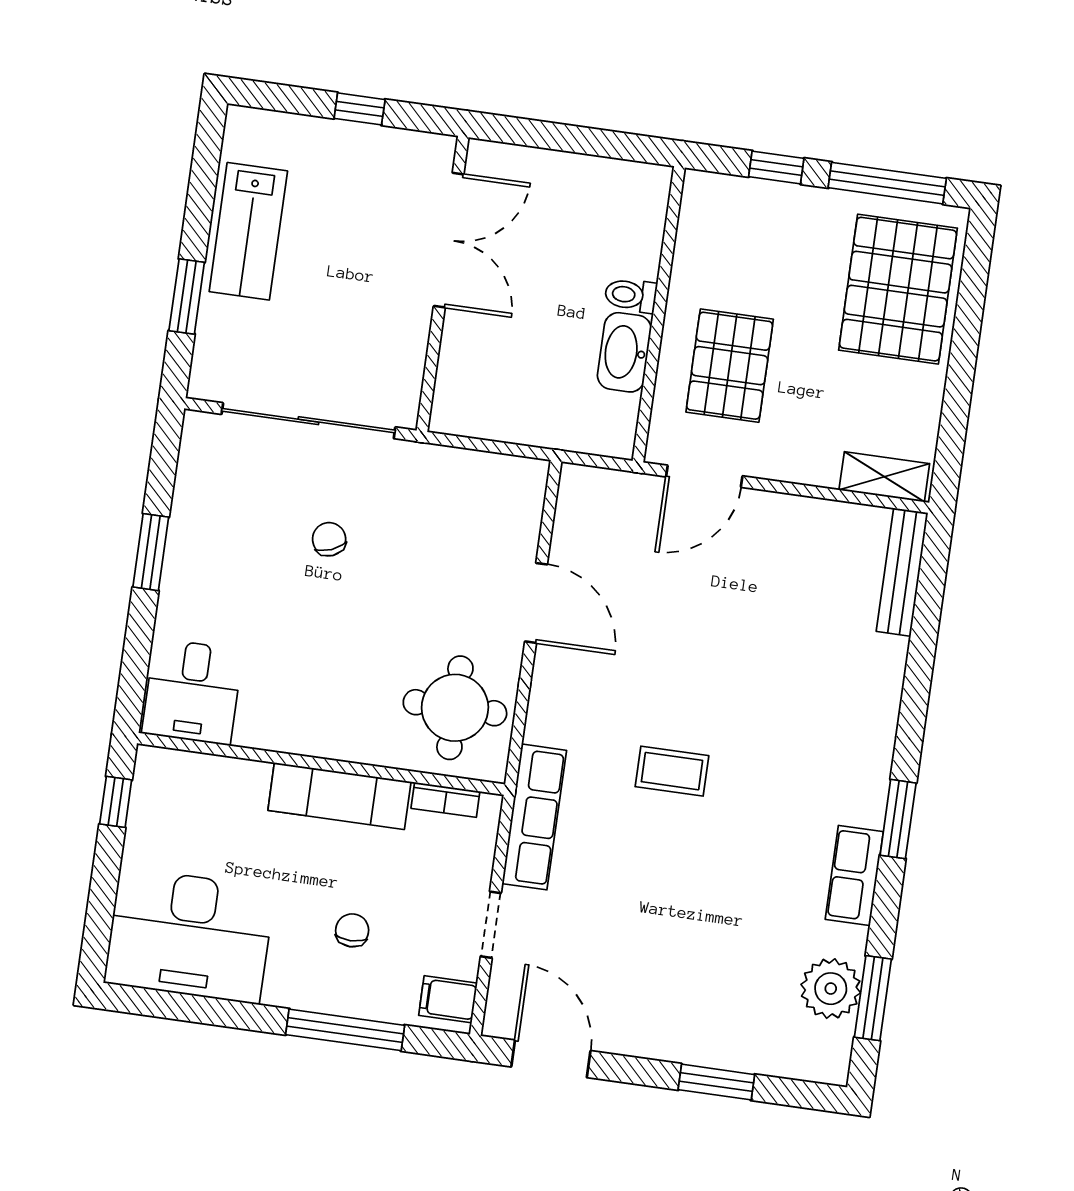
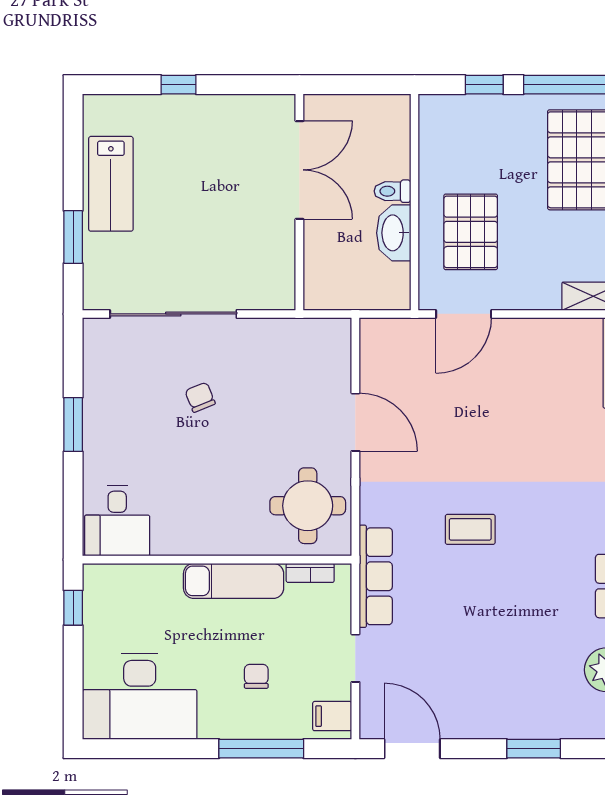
double door: (449, 240) -> (299, 170), moved
wall: (443, 284) -> (299, 202), moved

